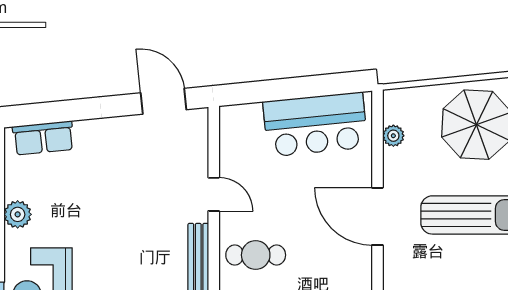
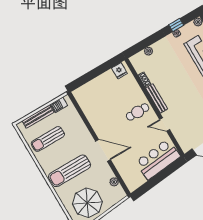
bar counter: (315, 124) -> (158, 159), moved

